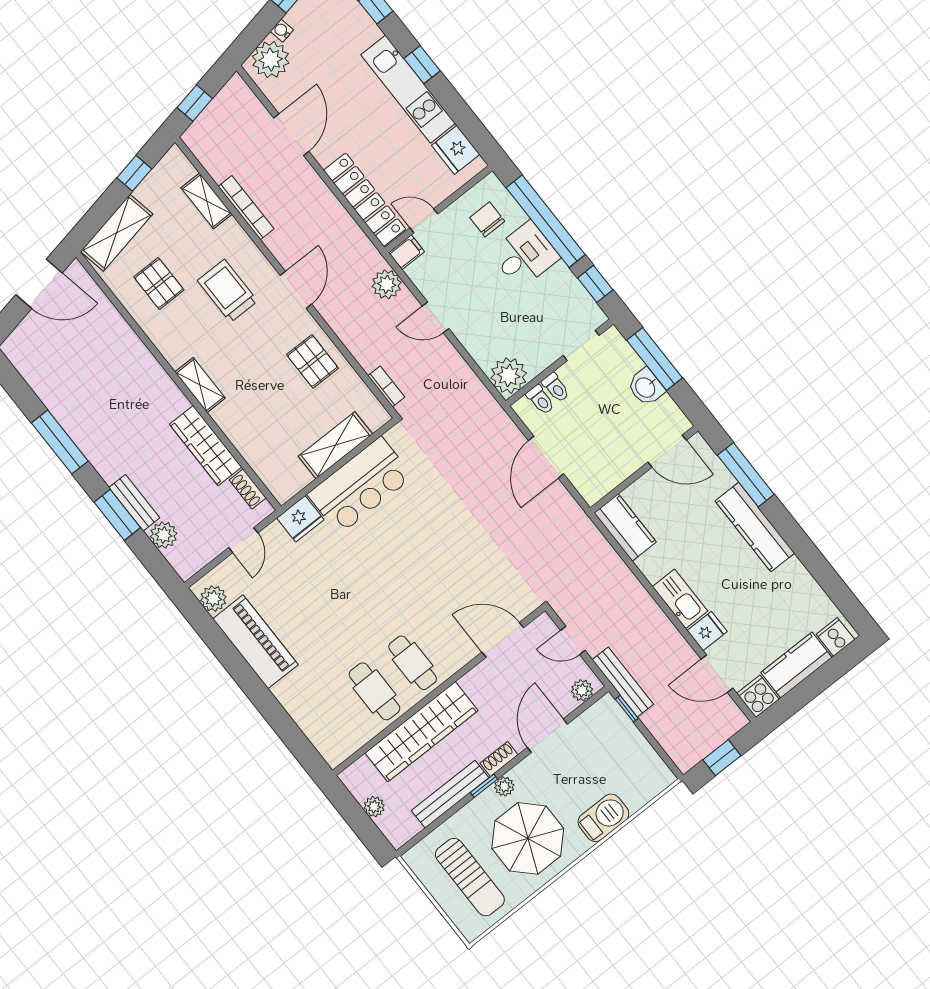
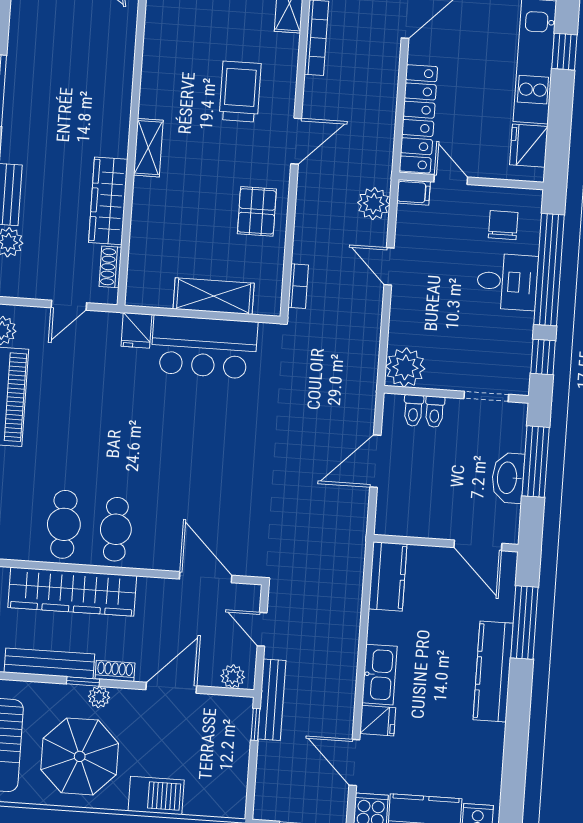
pallet: (159, 284) -> (190, 35), removed
washbasin: (646, 387) -> (508, 478), width x1.38
fridge: (300, 519) -> (136, 330), width x0.72

